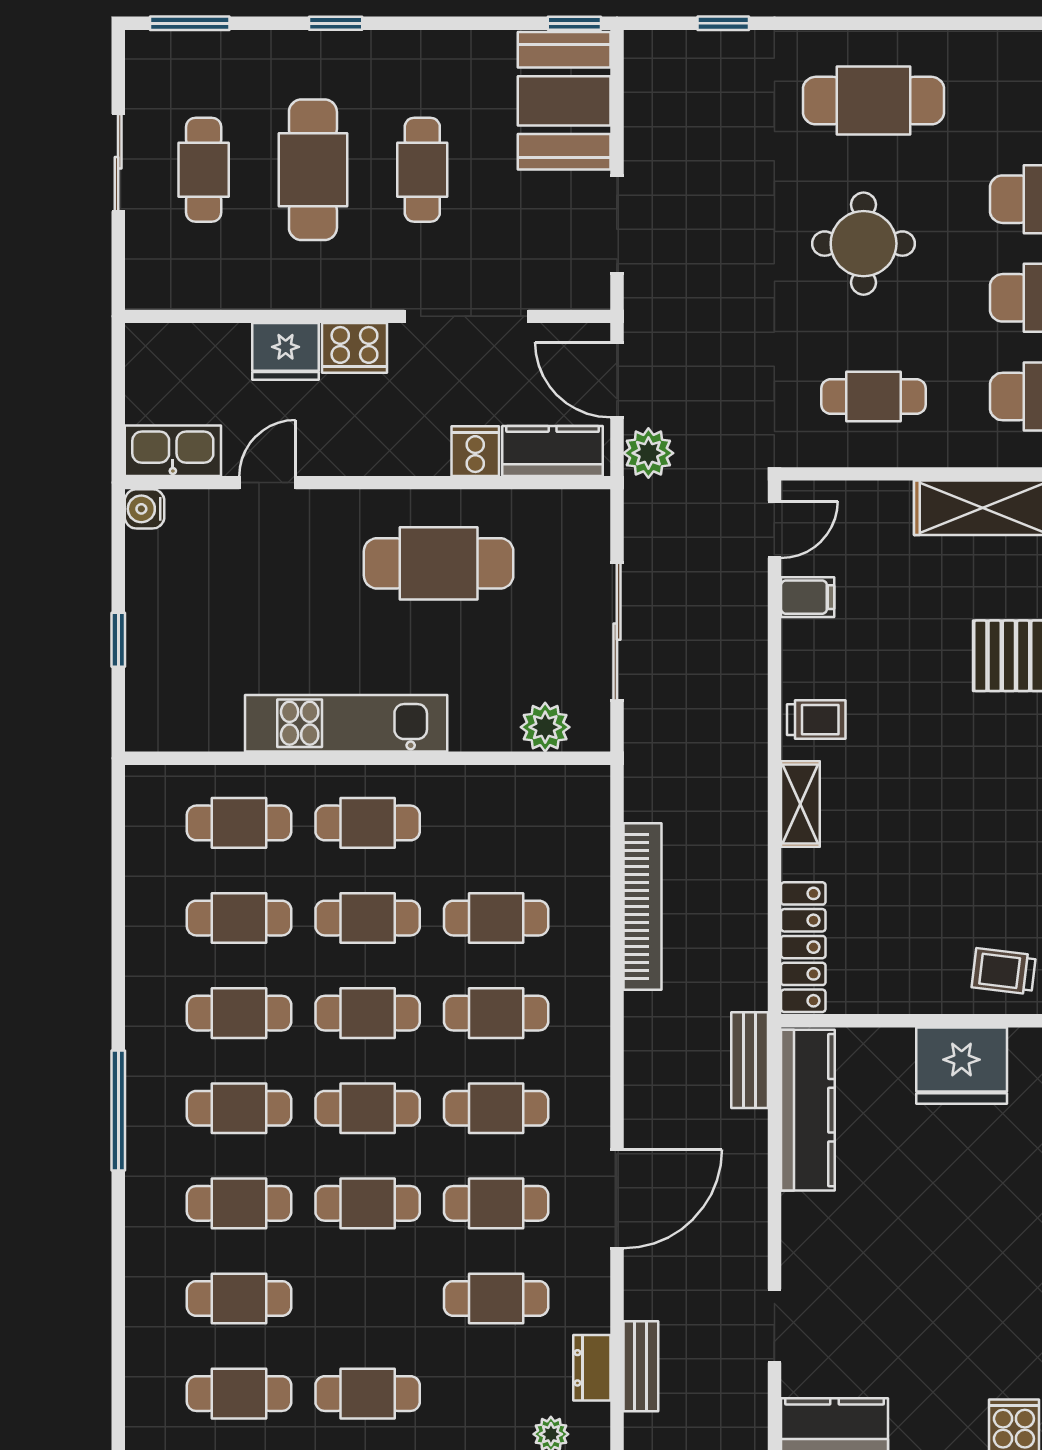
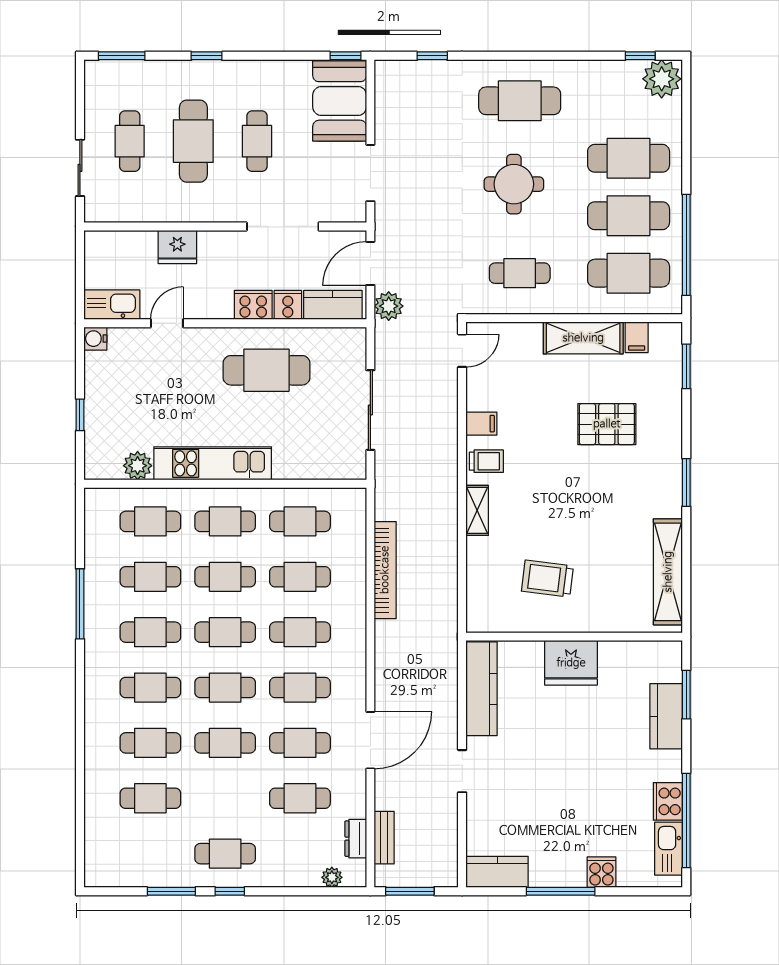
sliding door: (118, 163) -> (80, 168), moved
cooker: (354, 348) -> (253, 305), moved, turned 180
door: (617, 380) -> (370, 263), hinge flipped
filing cabinet: (808, 597) -> (481, 424), moved
plant: (545, 727) -> (138, 466), moved
locker: (803, 947) -> (479, 594), removed
trolley: (1004, 971) -> (547, 579), moved, width x1.36, depth x1.39
bench: (750, 1060) -> (448, 660), removed
window: (118, 1110) -> (80, 604), moved
doorway: (774, 1326) -> (462, 771), moved
cafe table: (239, 1394) -> (300, 521), moved

